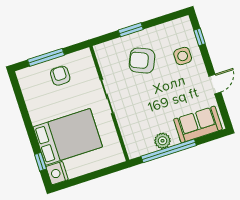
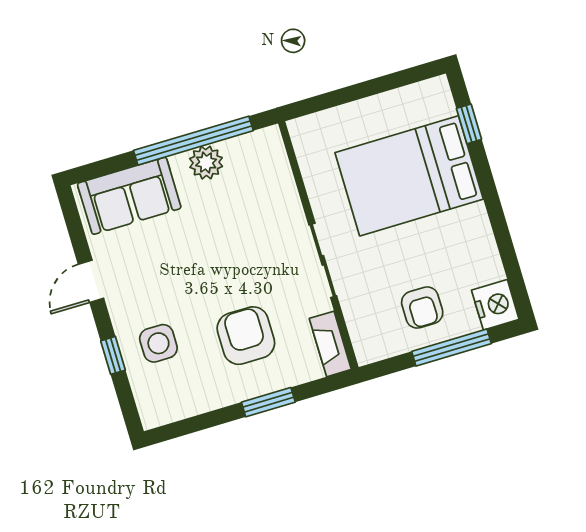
window: (199, 37) -> (113, 355), moved
fireplace: (103, 58) -> (330, 344), added
armchair: (142, 61) -> (246, 336), turned -114
nightstand: (57, 173) -> (495, 305), moved

